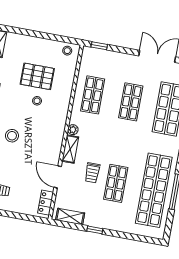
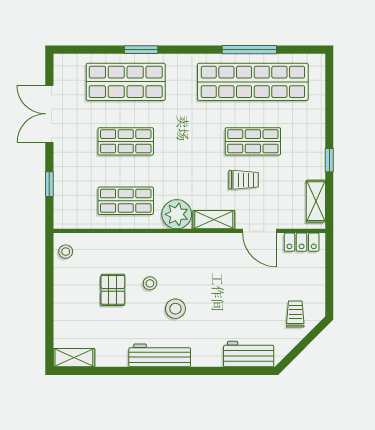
window: (99, 46) -> (49, 184), moved
pallet: (37, 76) -> (113, 290), width x0.67, depth x0.71
plant: (73, 130) -> (177, 214), width x1.88, depth x1.88
stool: (12, 136) -> (175, 309), moved
door: (58, 177) -> (259, 231), hinge flipped

